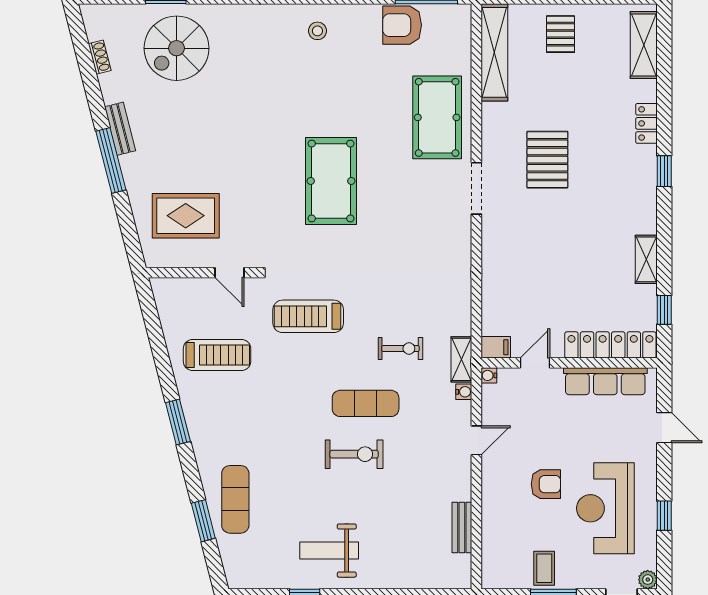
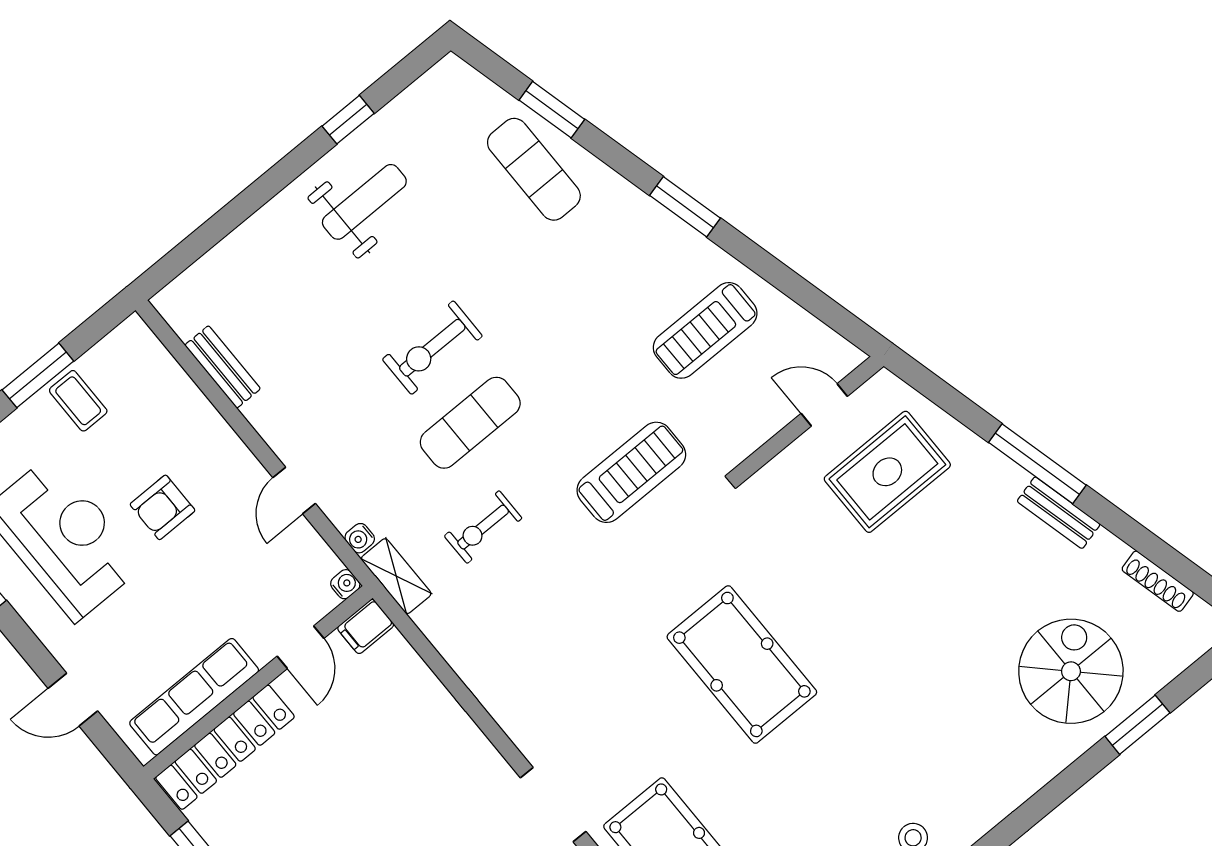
shoe rack: (100, 57) -> (1158, 581), width x1.43
door: (229, 273) -> (824, 405), moved

